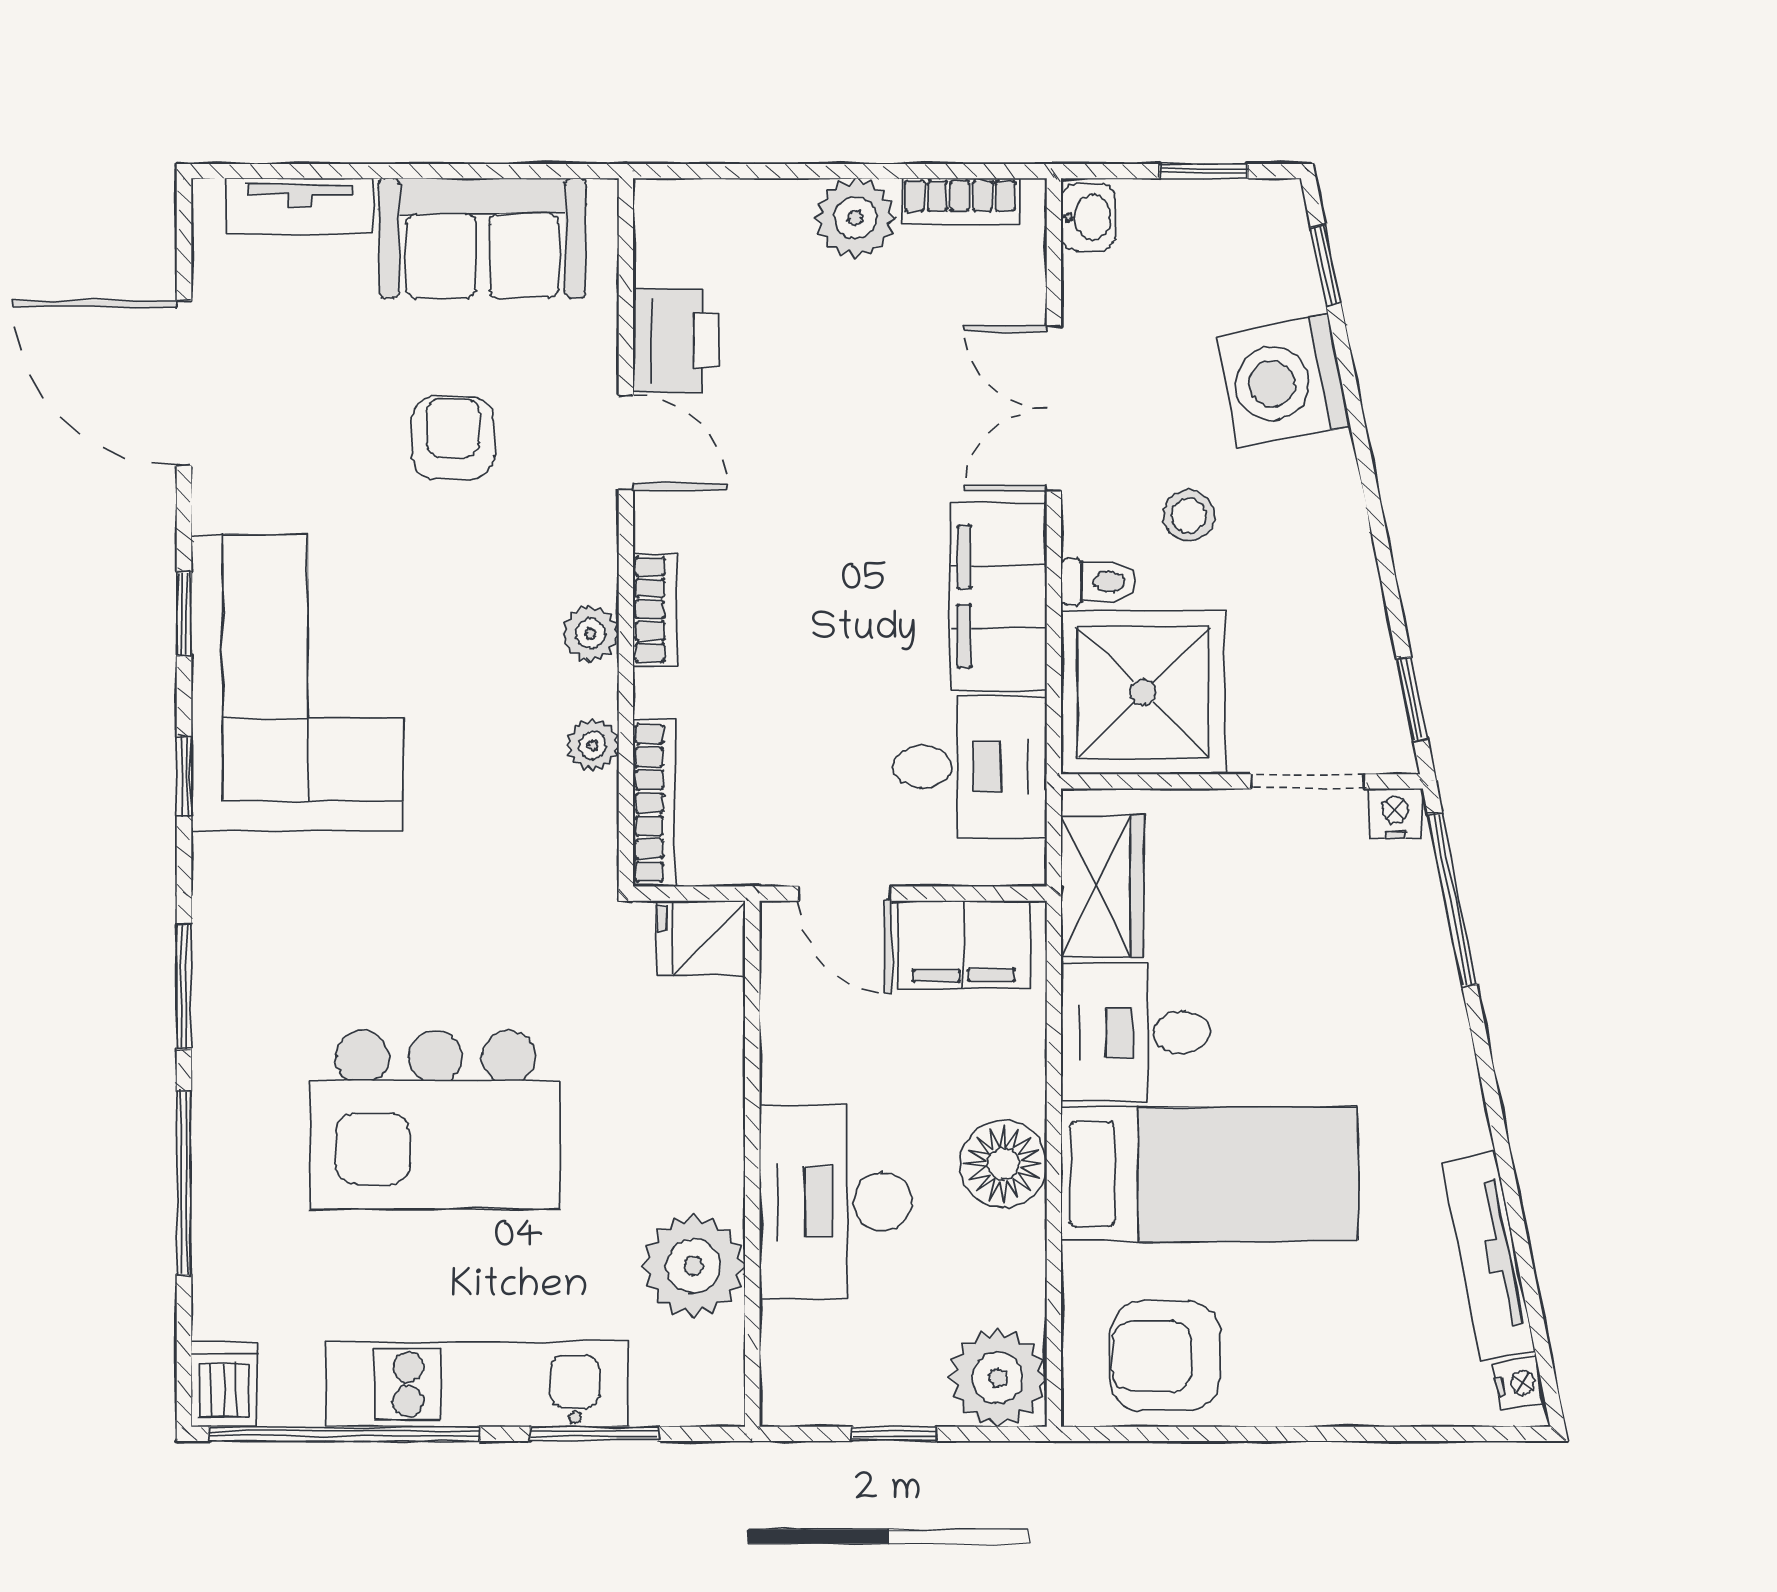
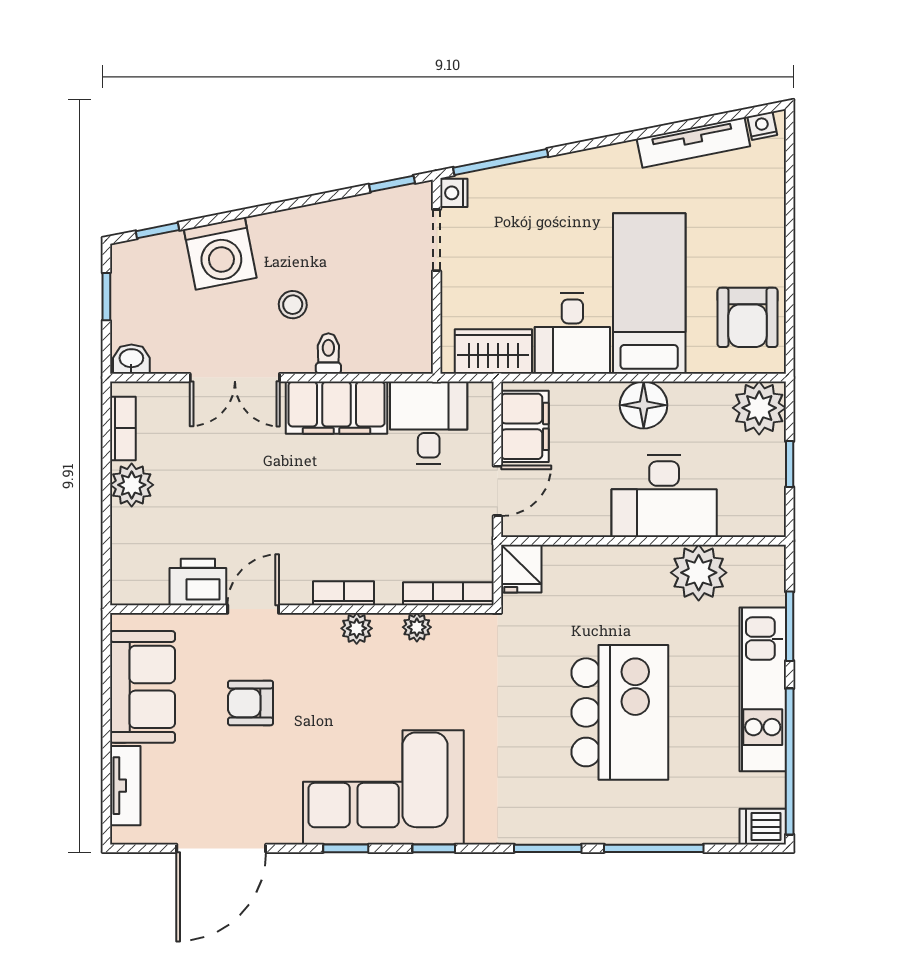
shower: (1143, 692) -> (388, 329), removed

